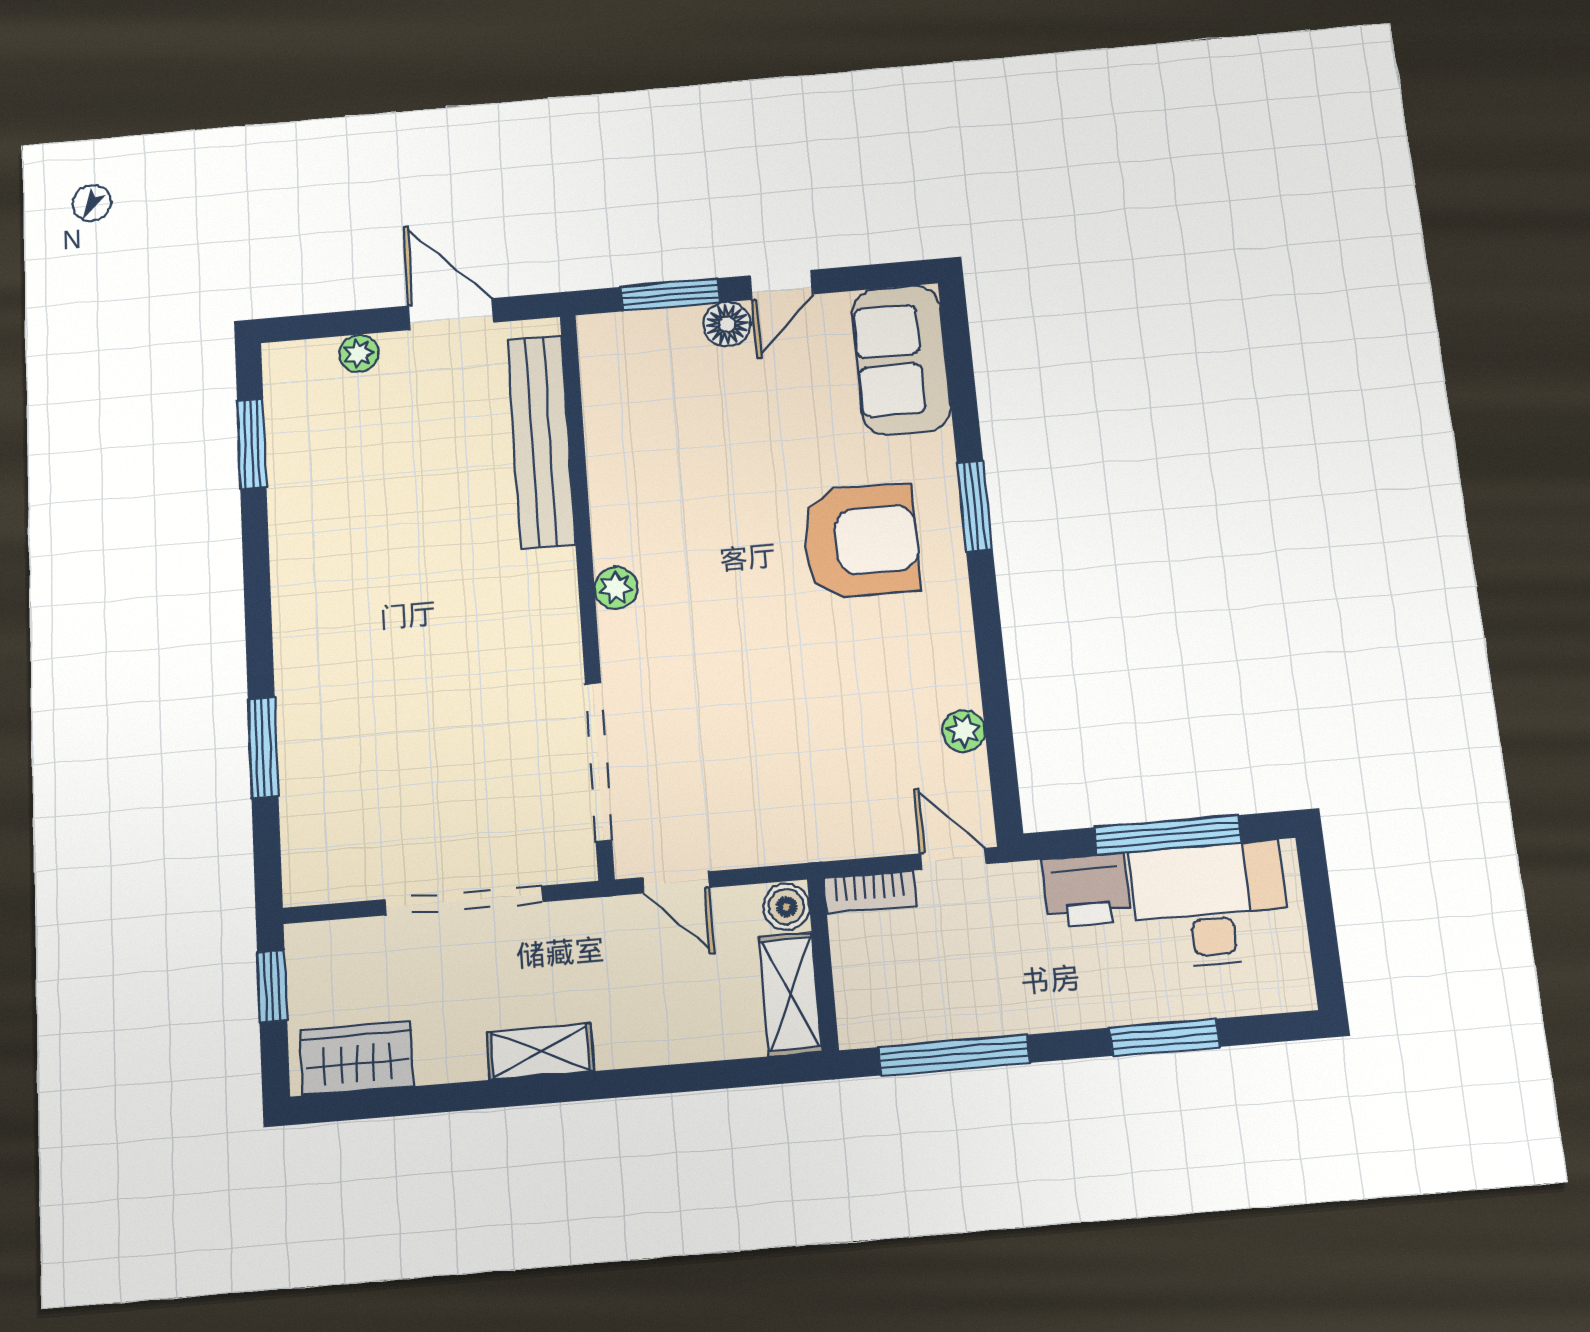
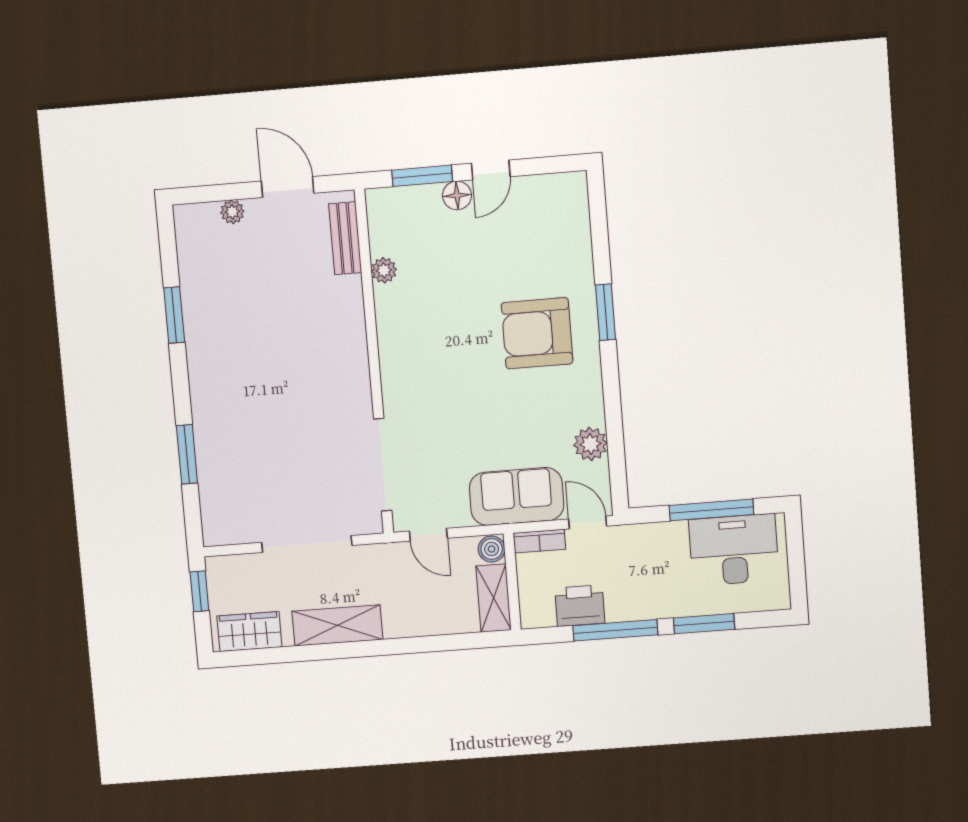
sofa: (901, 360) -> (517, 496), moved, turned 90
bench: (541, 441) -> (345, 238), width x0.54, depth x0.82
window: (252, 444) -> (174, 315), moved
armchair: (861, 541) -> (537, 333), turned 180
plant: (616, 588) -> (384, 270), moved
plant: (964, 731) -> (590, 444), width x1.38, depth x1.38
printer: (1086, 890) -> (580, 606), moved, turned 180
shelving: (540, 1052) -> (337, 625), width x1.50, depth x1.33
window: (954, 1055) -> (615, 630), moved

